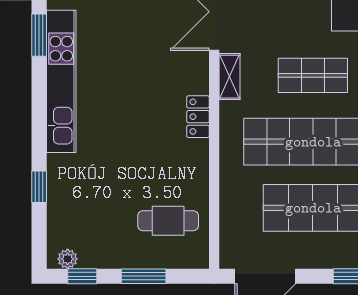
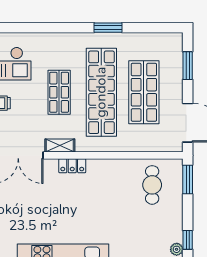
locker: (198, 117) -> (72, 166), moved
window: (144, 276) -> (188, 180), moved

